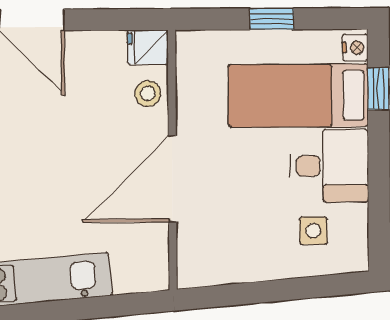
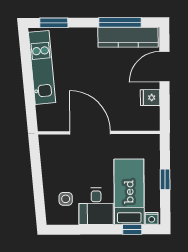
fridge: (148, 47) -> (150, 98), moved, turned -90
stool: (148, 94) -> (130, 121), removed

